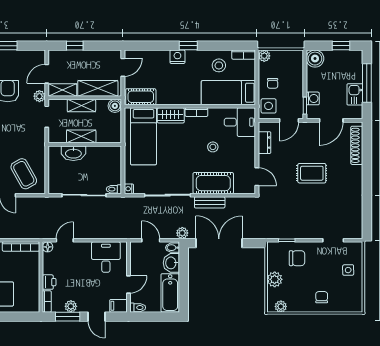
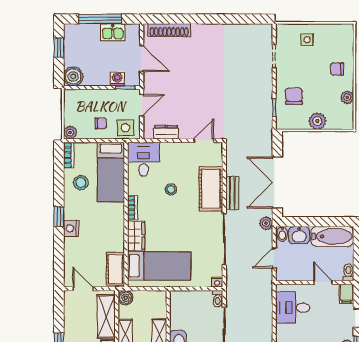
door: (289, 120) -> (142, 105), hinge flipped
rug: (312, 173) -> (200, 80), removed
plant: (281, 306) -> (347, 97), moved

